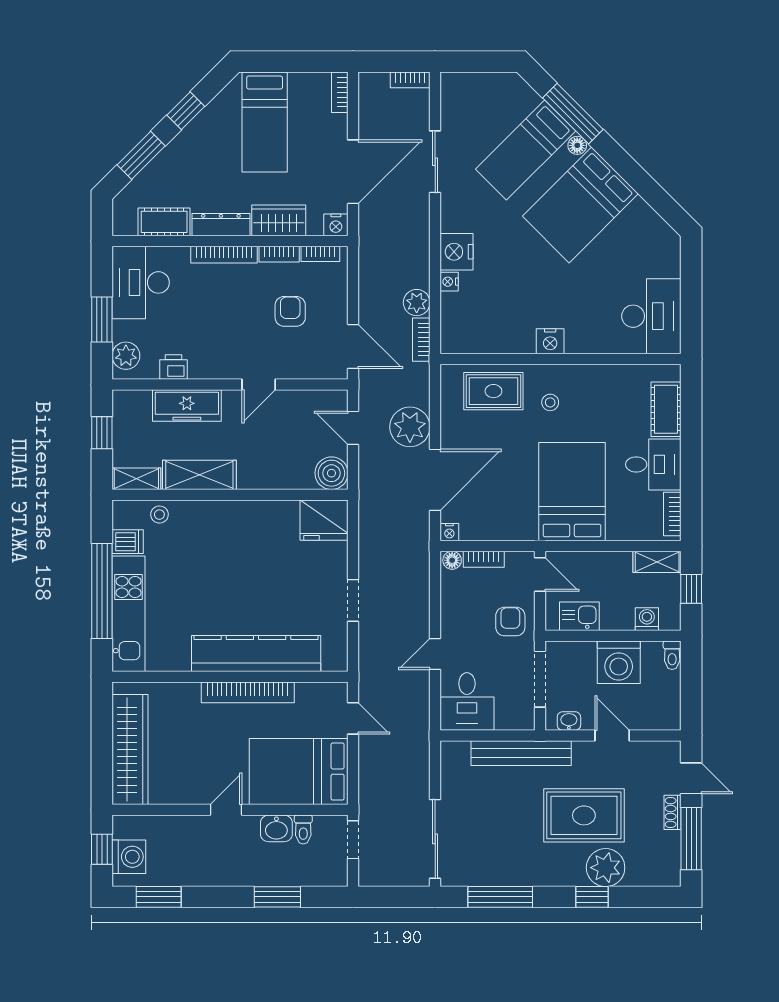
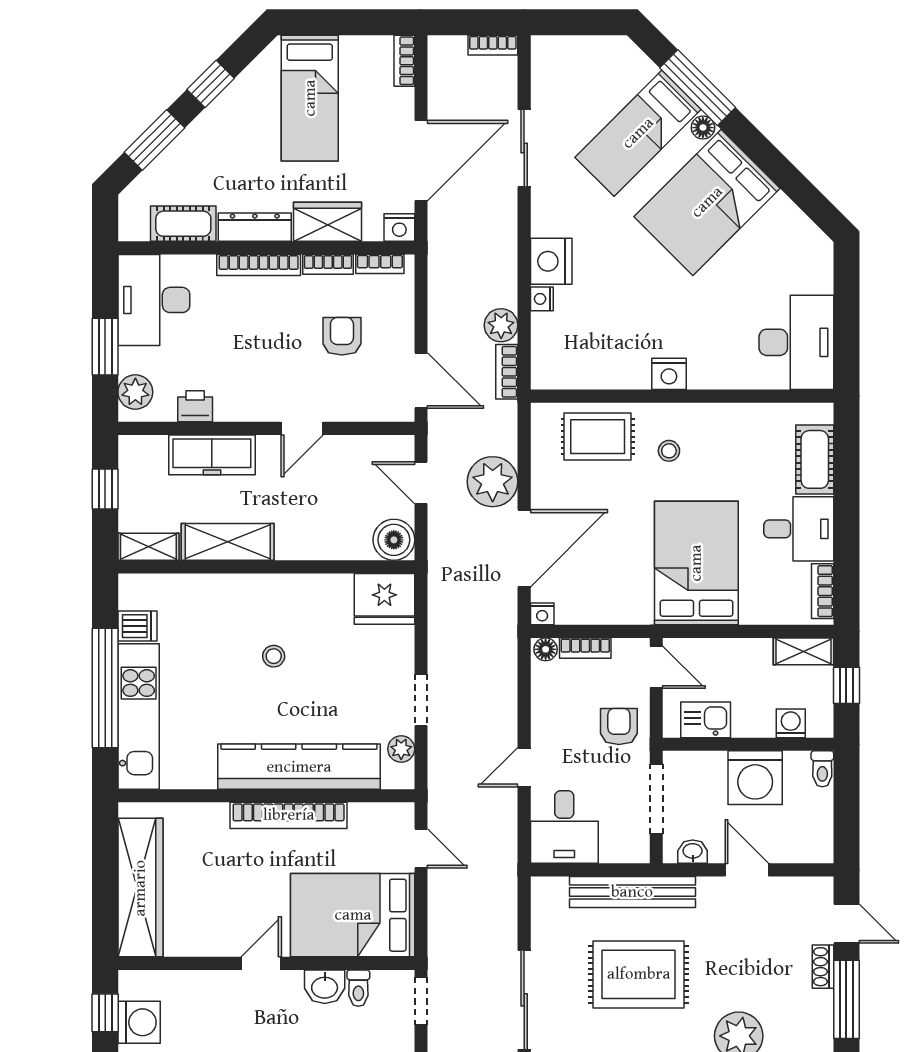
stool: (159, 515) -> (274, 656), moved
plant: (337, 639) -> (401, 749), added
rug: (584, 815) -> (639, 974), moved

